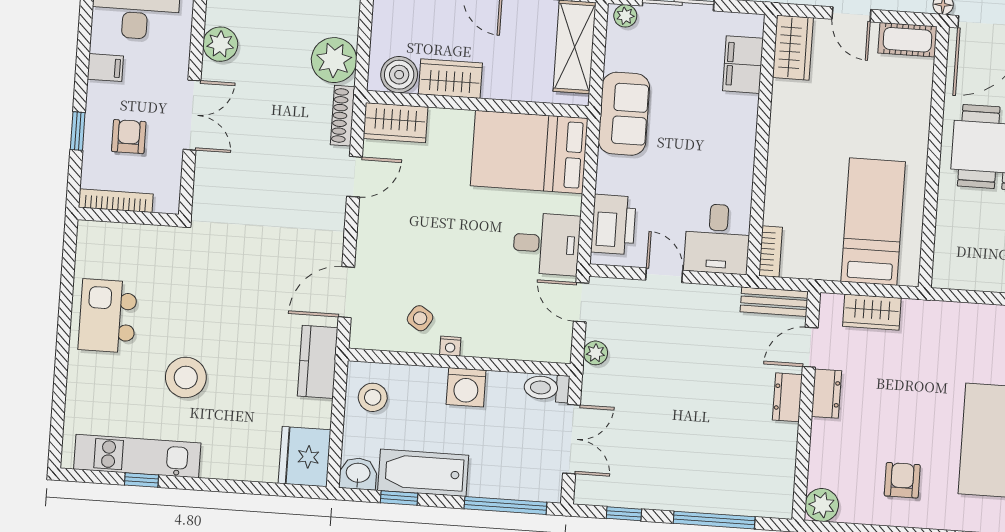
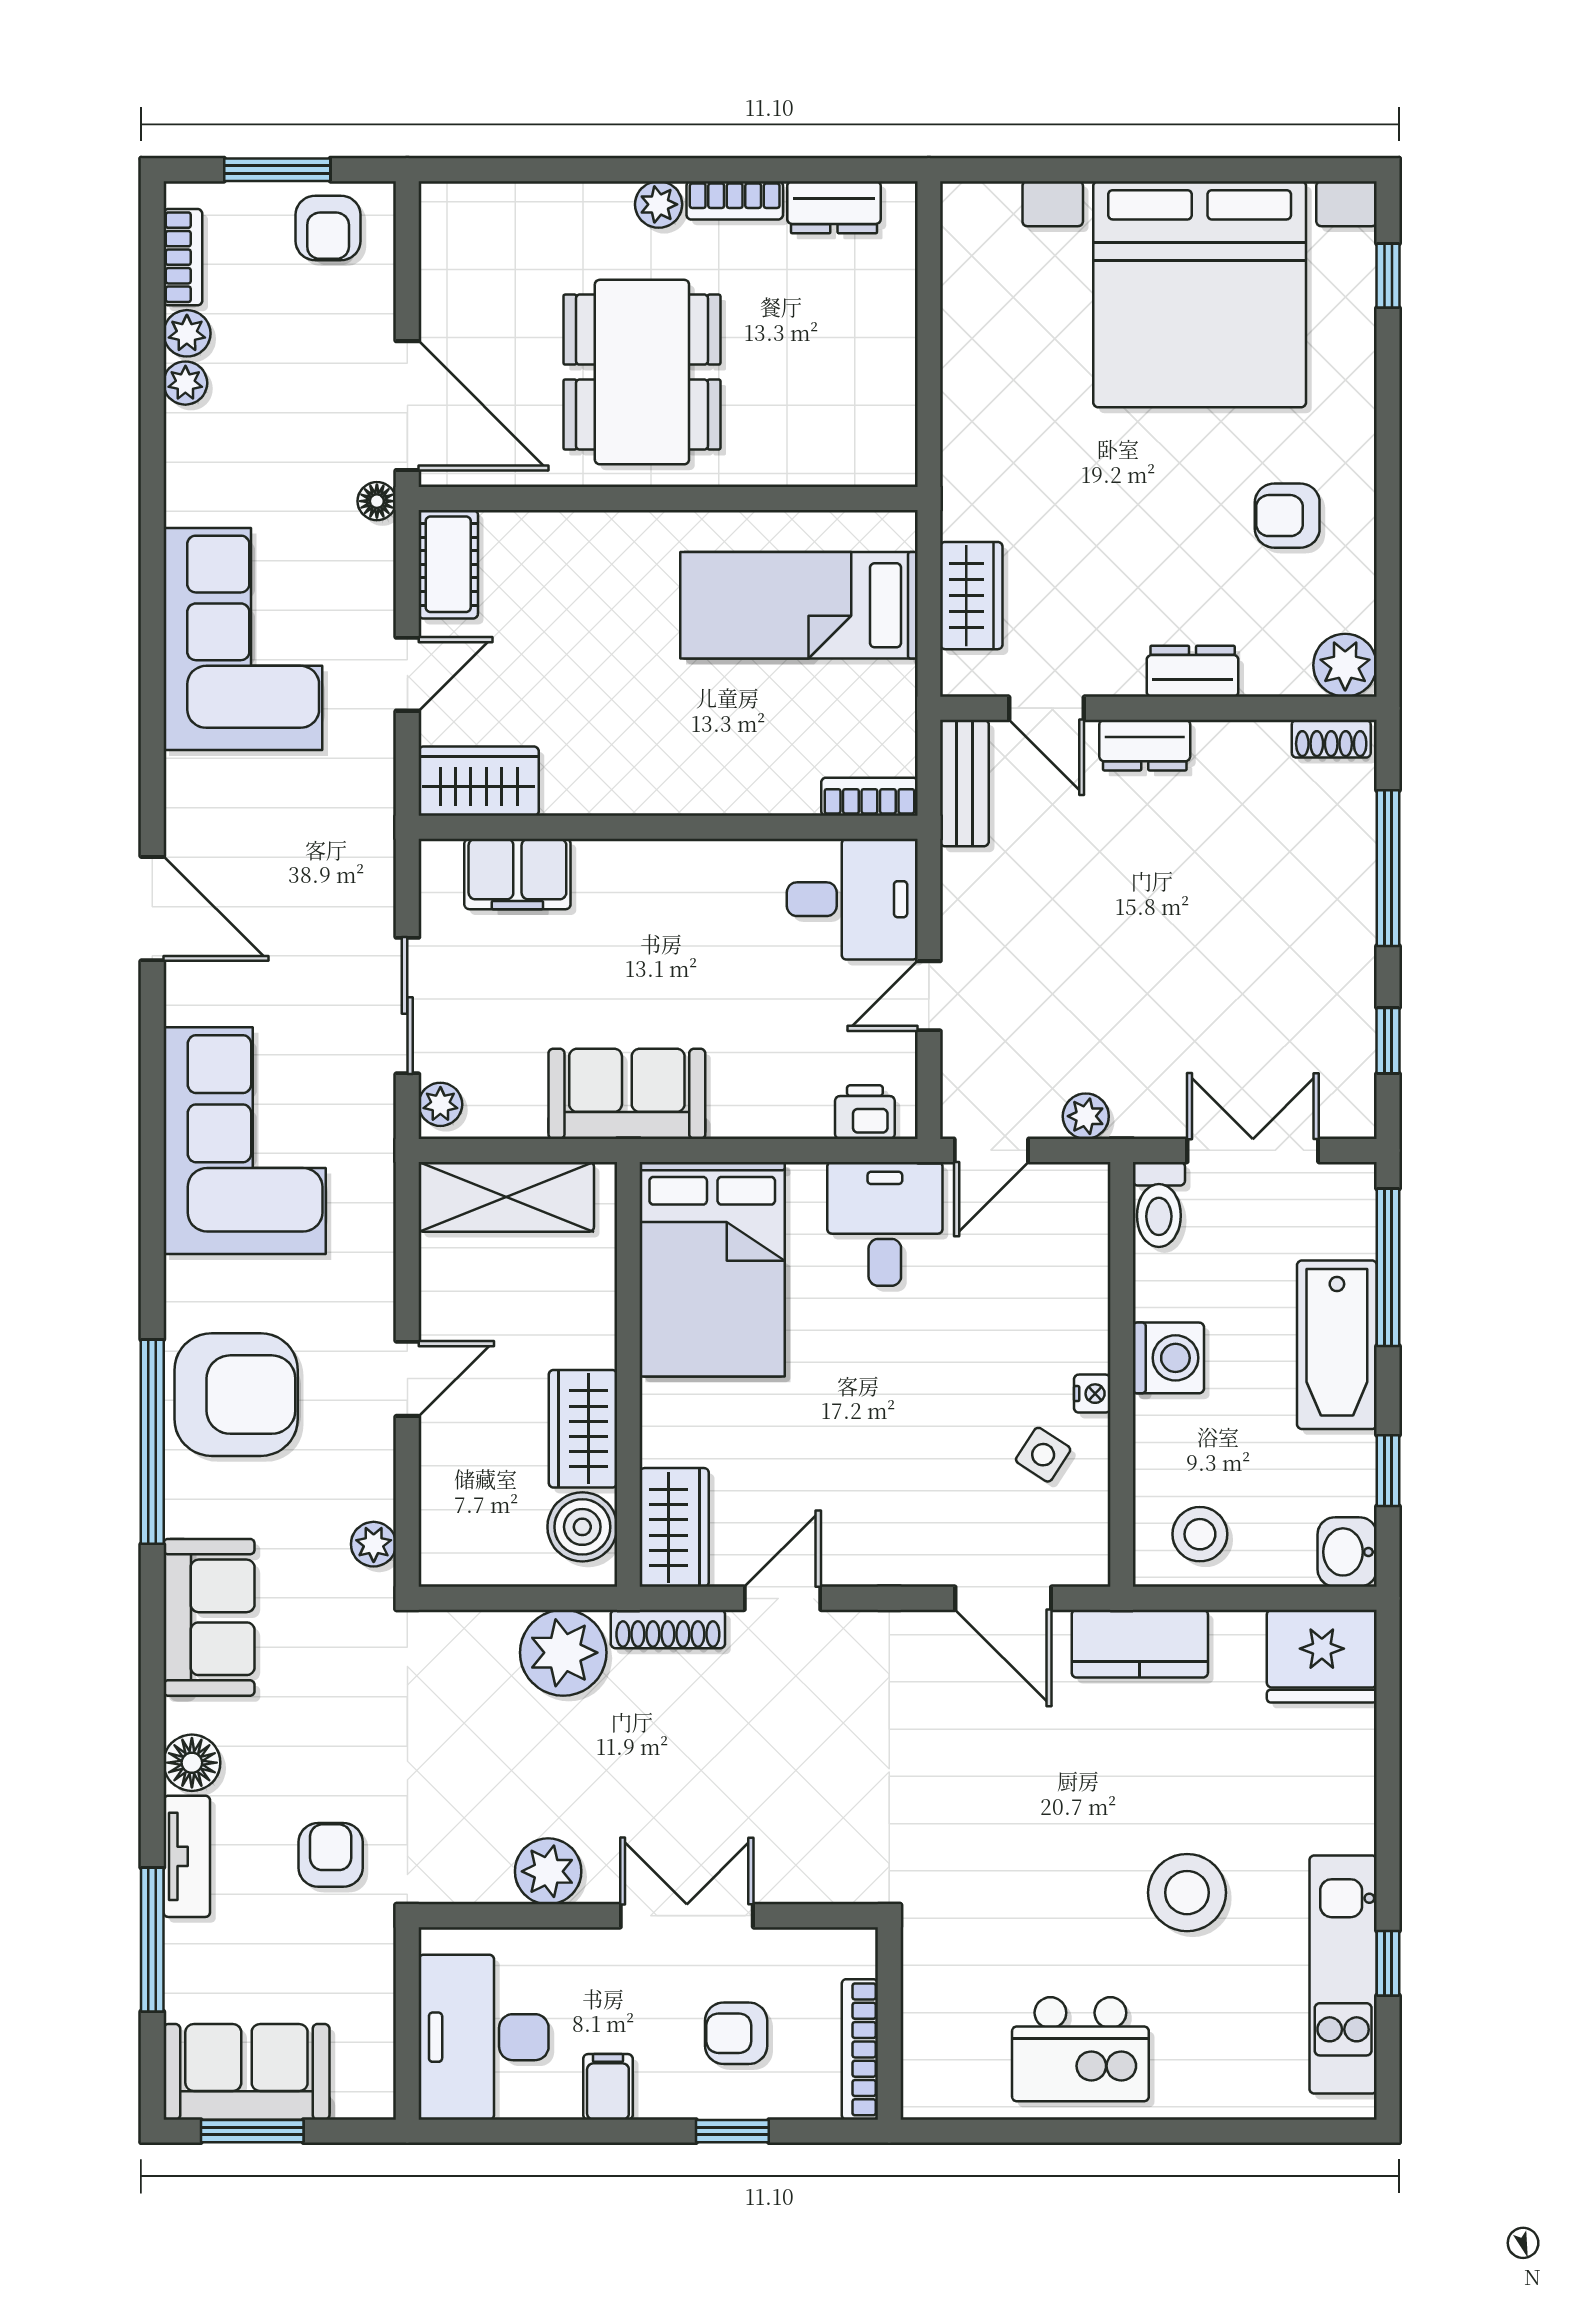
door: (354, 177) -> (782, 1598), hinge flipped
printer: (613, 224) -> (865, 1112), width x0.53, depth x0.68
dresser: (826, 394) -> (1193, 671), moved
bathtub: (423, 473) -> (1337, 1345), moved
shoe rack: (784, 495) -> (1331, 739), added

